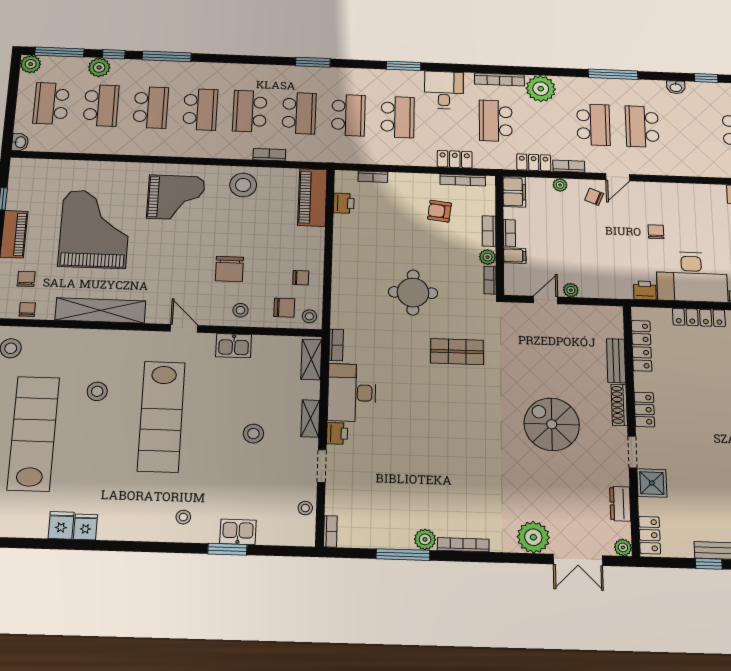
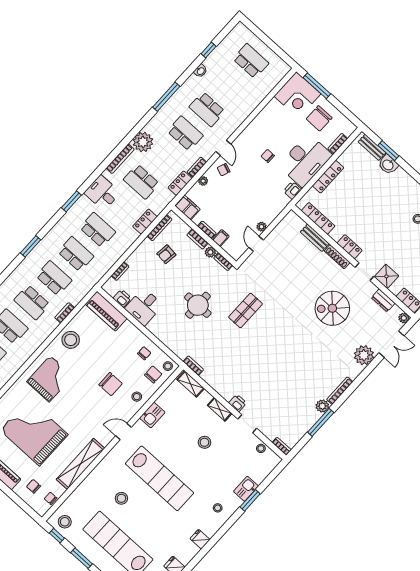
desk: (352, 393) -> (144, 307), moved, width x0.73
spiral stairs: (552, 424) -> (332, 308), moved
fridge: (85, 527) -> (200, 539), moved

